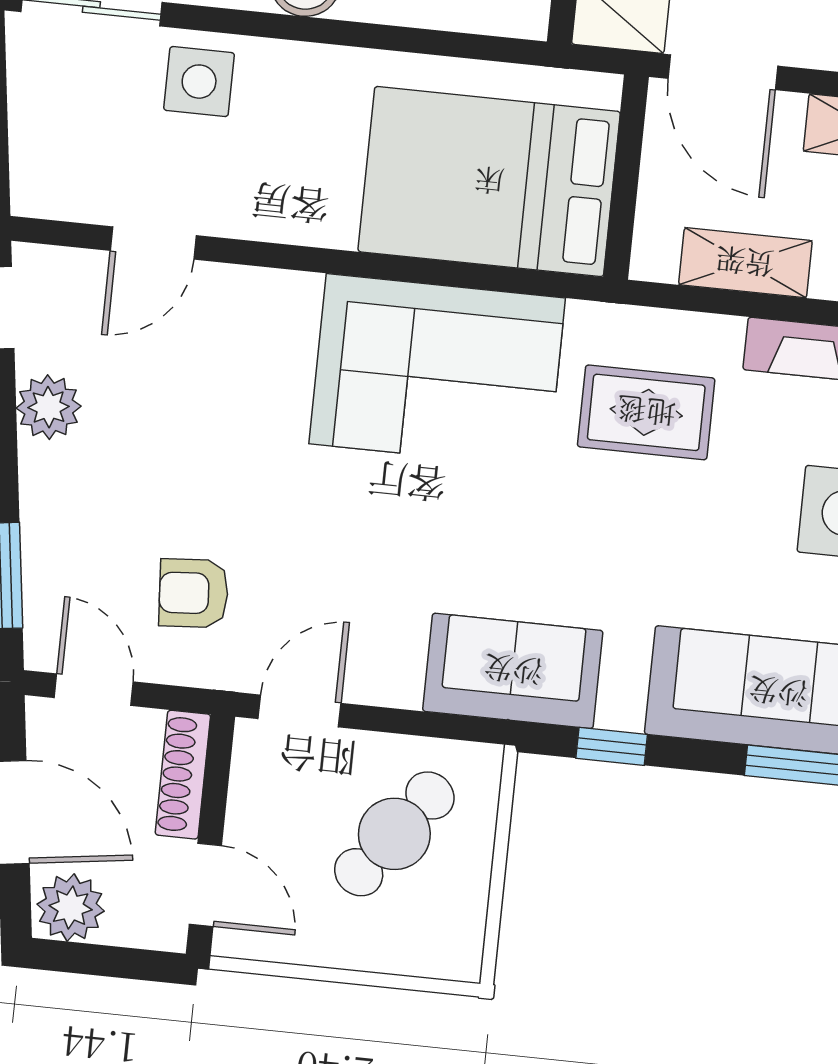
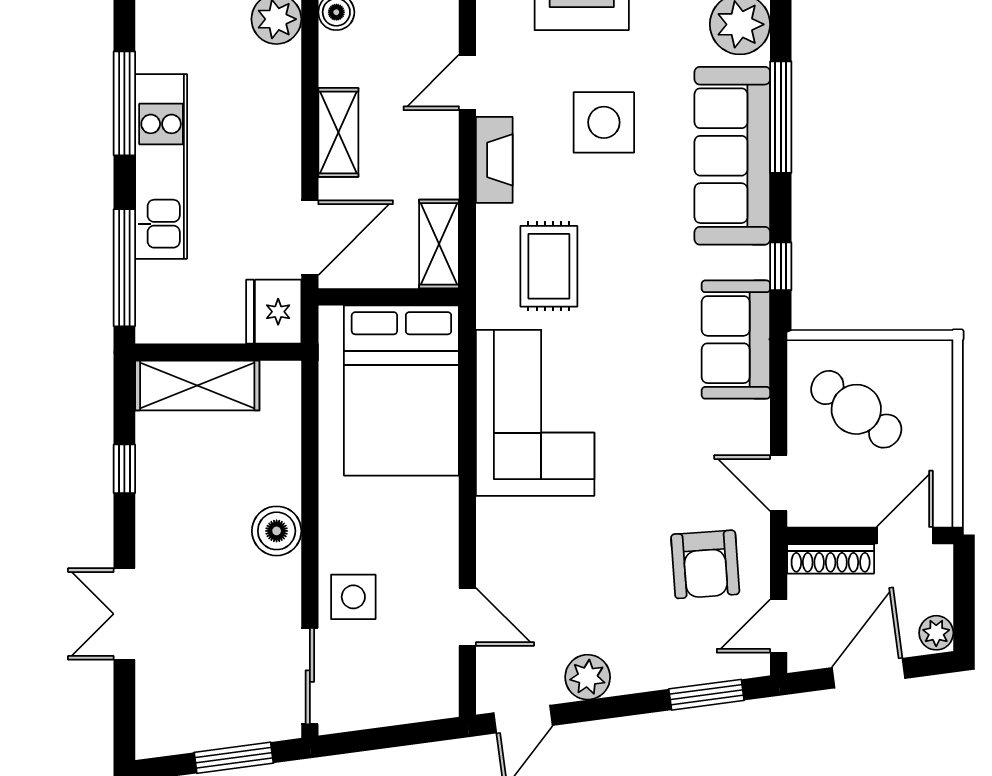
shelving: (745, 263) -> (439, 244), moved
armchair: (194, 593) -> (705, 564), width x1.38, depth x1.38
plant: (71, 908) -> (936, 633), width x0.73, depth x0.73

